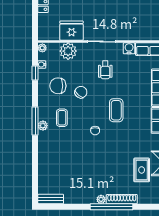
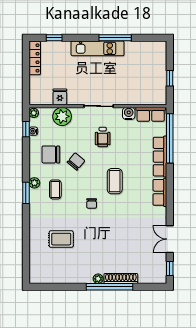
fridge: (72, 31) -> (60, 97), width x0.53, depth x0.75
window: (35, 73) -> (26, 129), moved
window: (35, 121) -> (26, 193), width x0.69
plant: (43, 126) -> (34, 183), moved
rug: (142, 170) -> (61, 239), moved, turned 90
bench: (51, 199) -> (43, 278), removed

